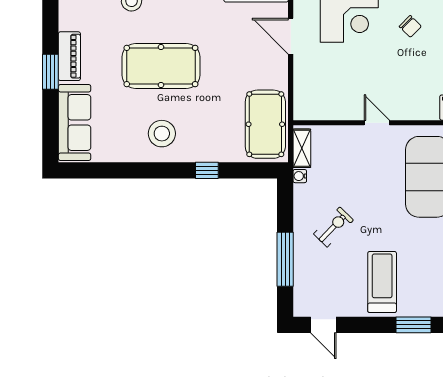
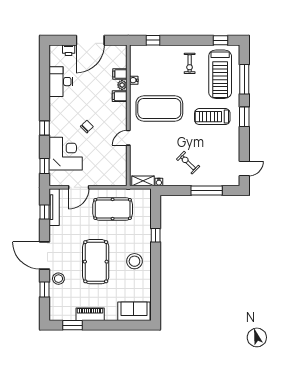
chair: (410, 26) -> (87, 127), moved
window: (50, 72) -> (72, 325), moved
sofa: (75, 123) -> (134, 311), width x0.73
pool table: (265, 124) -> (113, 209), moved
treadmill: (382, 282) -> (212, 117), moved

